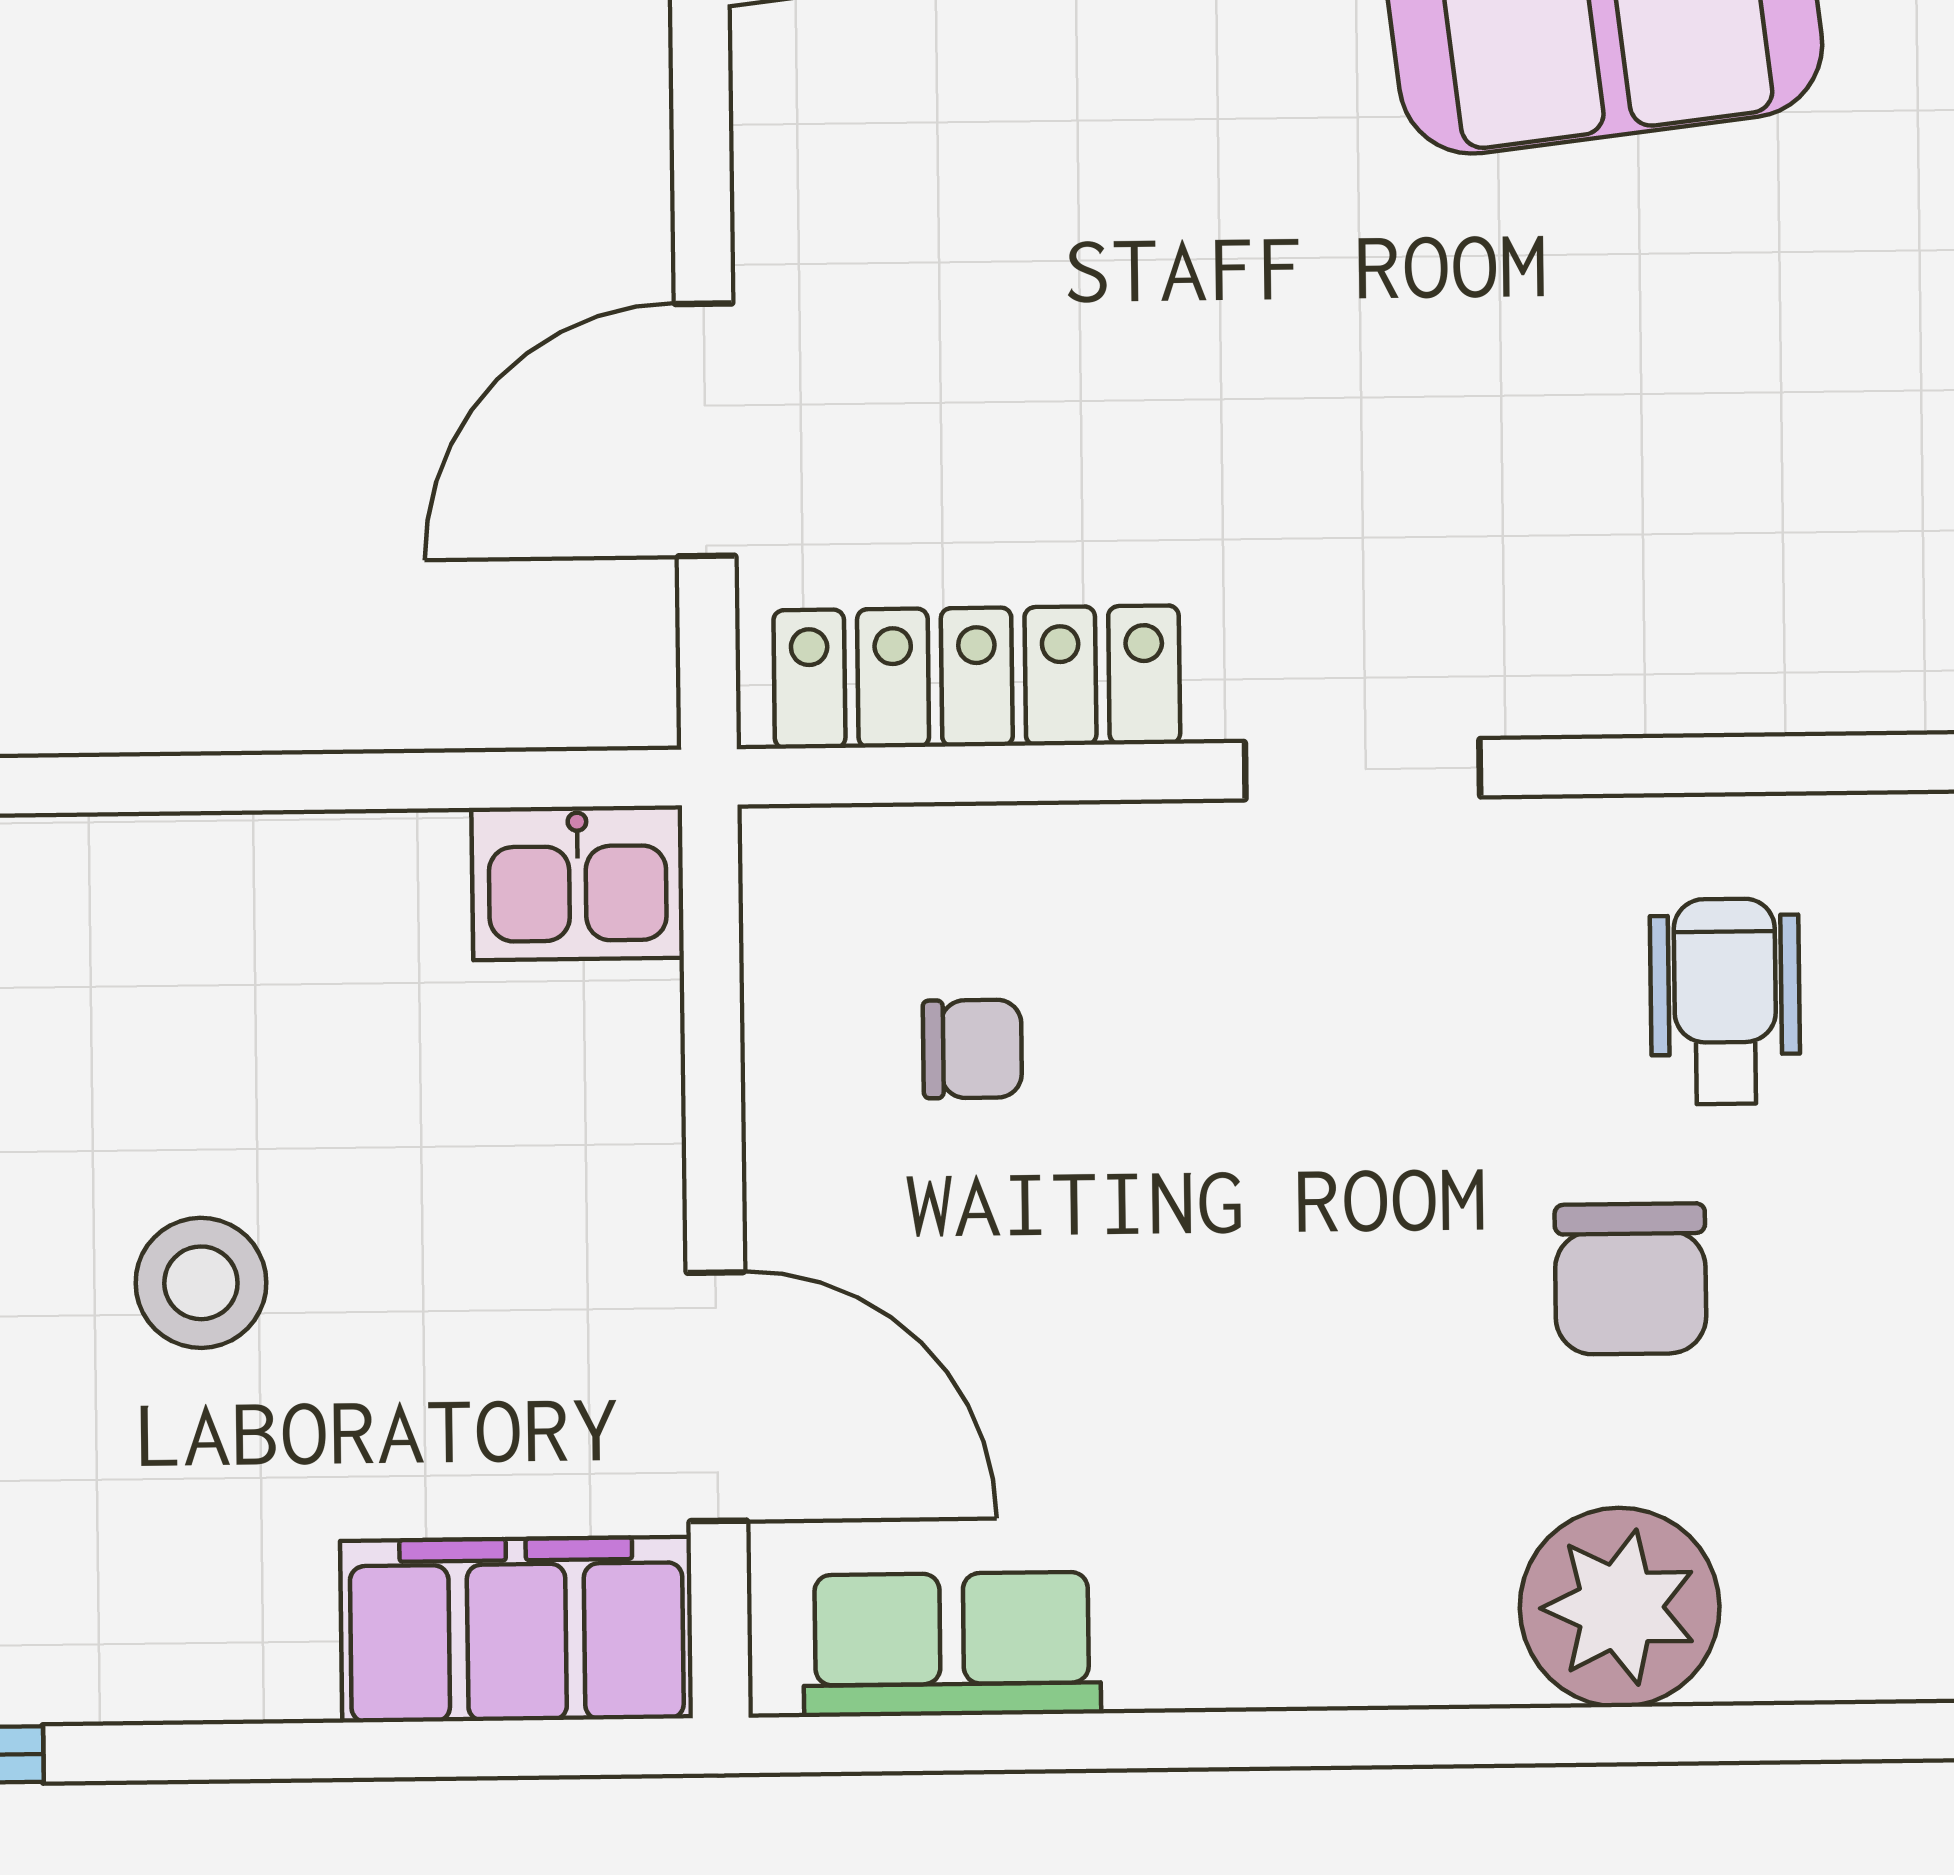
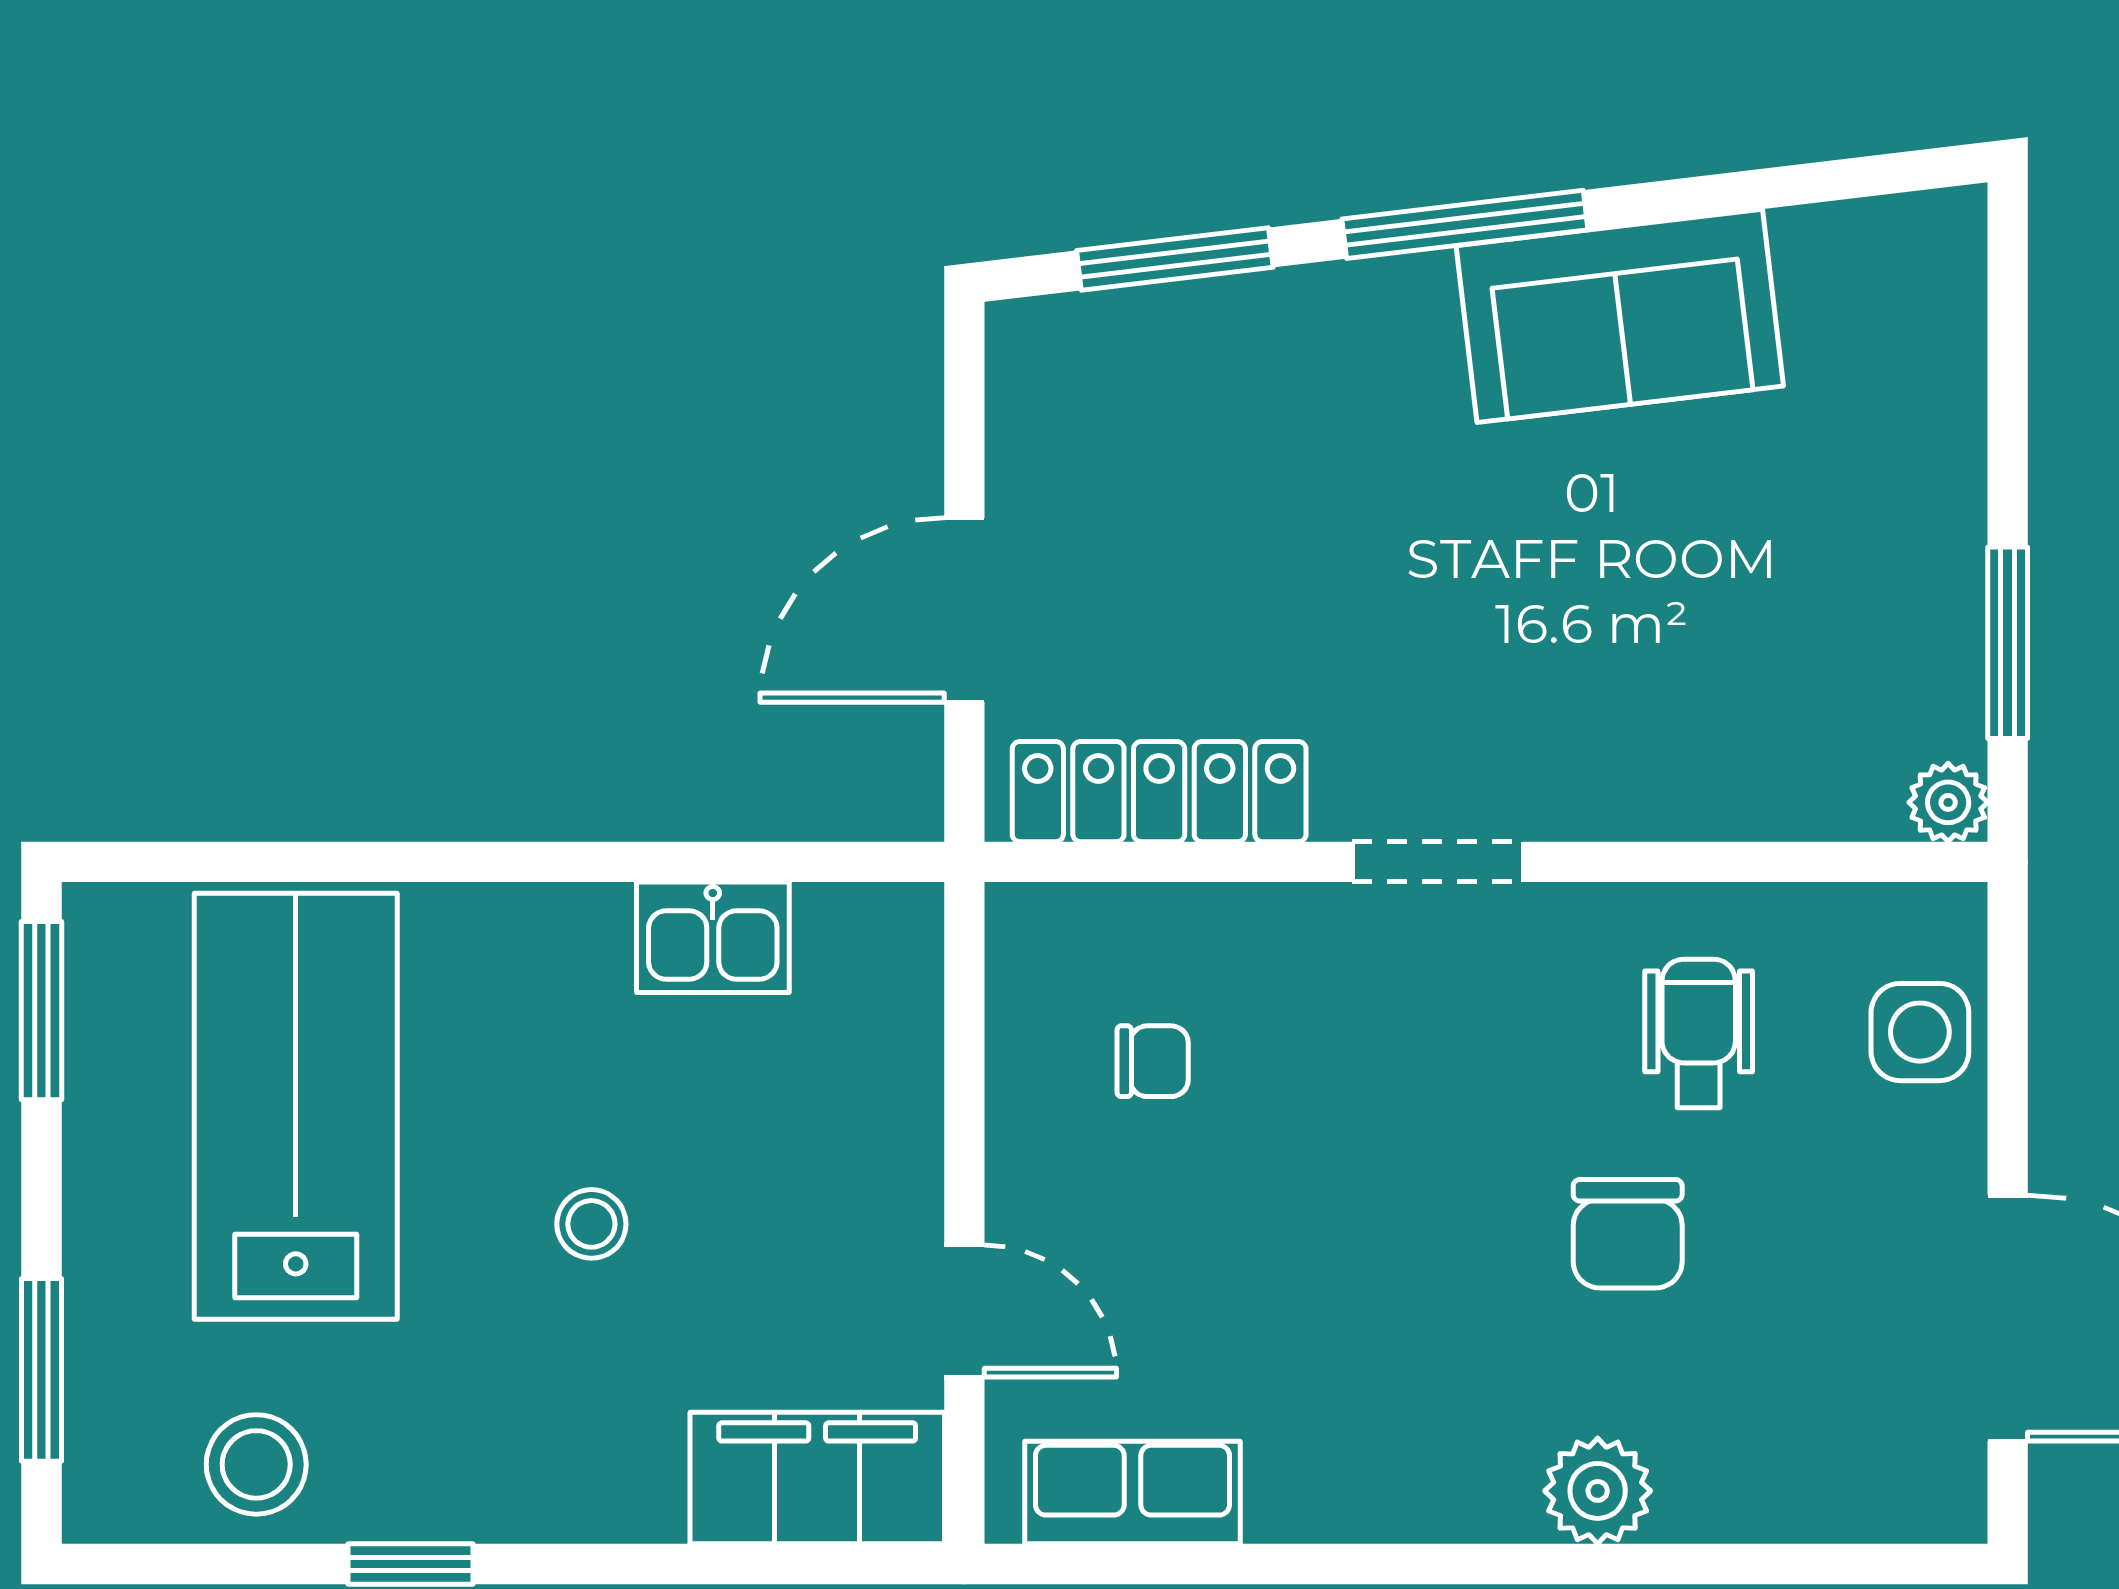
kitchen sink: (578, 883) -> (713, 937), moved
stool: (201, 1283) -> (591, 1224), width x0.73, depth x0.73
door: (717, 1397) -> (964, 1311), width x0.73
plant: (1620, 1607) -> (1598, 1491), width x0.73, depth x0.73

